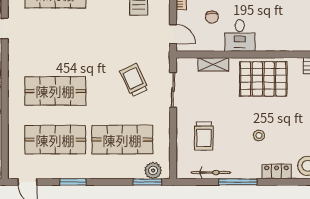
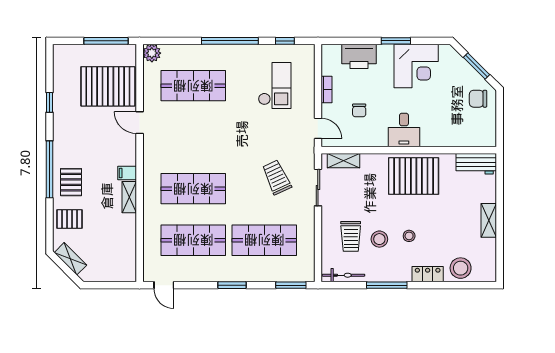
desk: (240, 35) -> (404, 130), moved
shelving: (213, 64) -> (343, 161), moved
stool: (231, 138) -> (379, 239), added
plant: (153, 170) -> (297, 273), removed
bicycle: (211, 173) -> (343, 275), moved
window: (73, 182) -> (232, 285), moved

